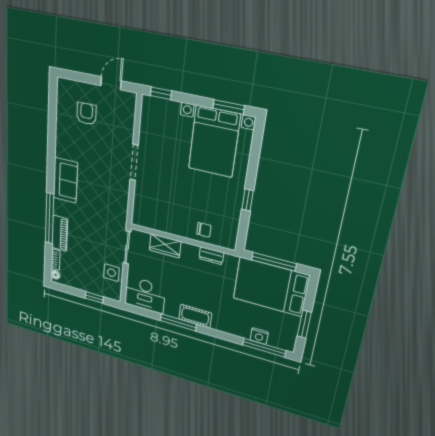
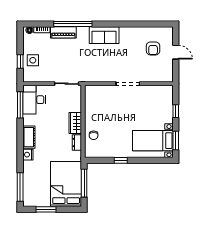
door: (111, 83) -> (176, 52), moved
window: (161, 93) -> (176, 111), moved
armchair: (87, 114) -> (153, 48), turned 91
bed with nightstands: (214, 142) -> (153, 141), width x0.73
wardrobe: (165, 246) -> (75, 123), moved
side table: (111, 273) -> (33, 60), moved
window: (178, 322) -> (20, 105), moved
nightstand: (259, 336) -> (28, 155), moved

